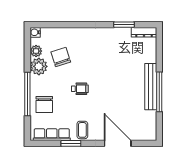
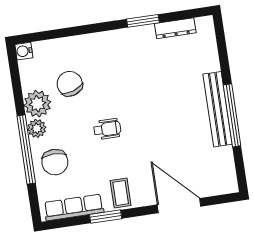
window: (124, 25) -> (143, 21), moved
dresser: (144, 32) -> (175, 28), moved
plant: (36, 51) -> (37, 128), moved

